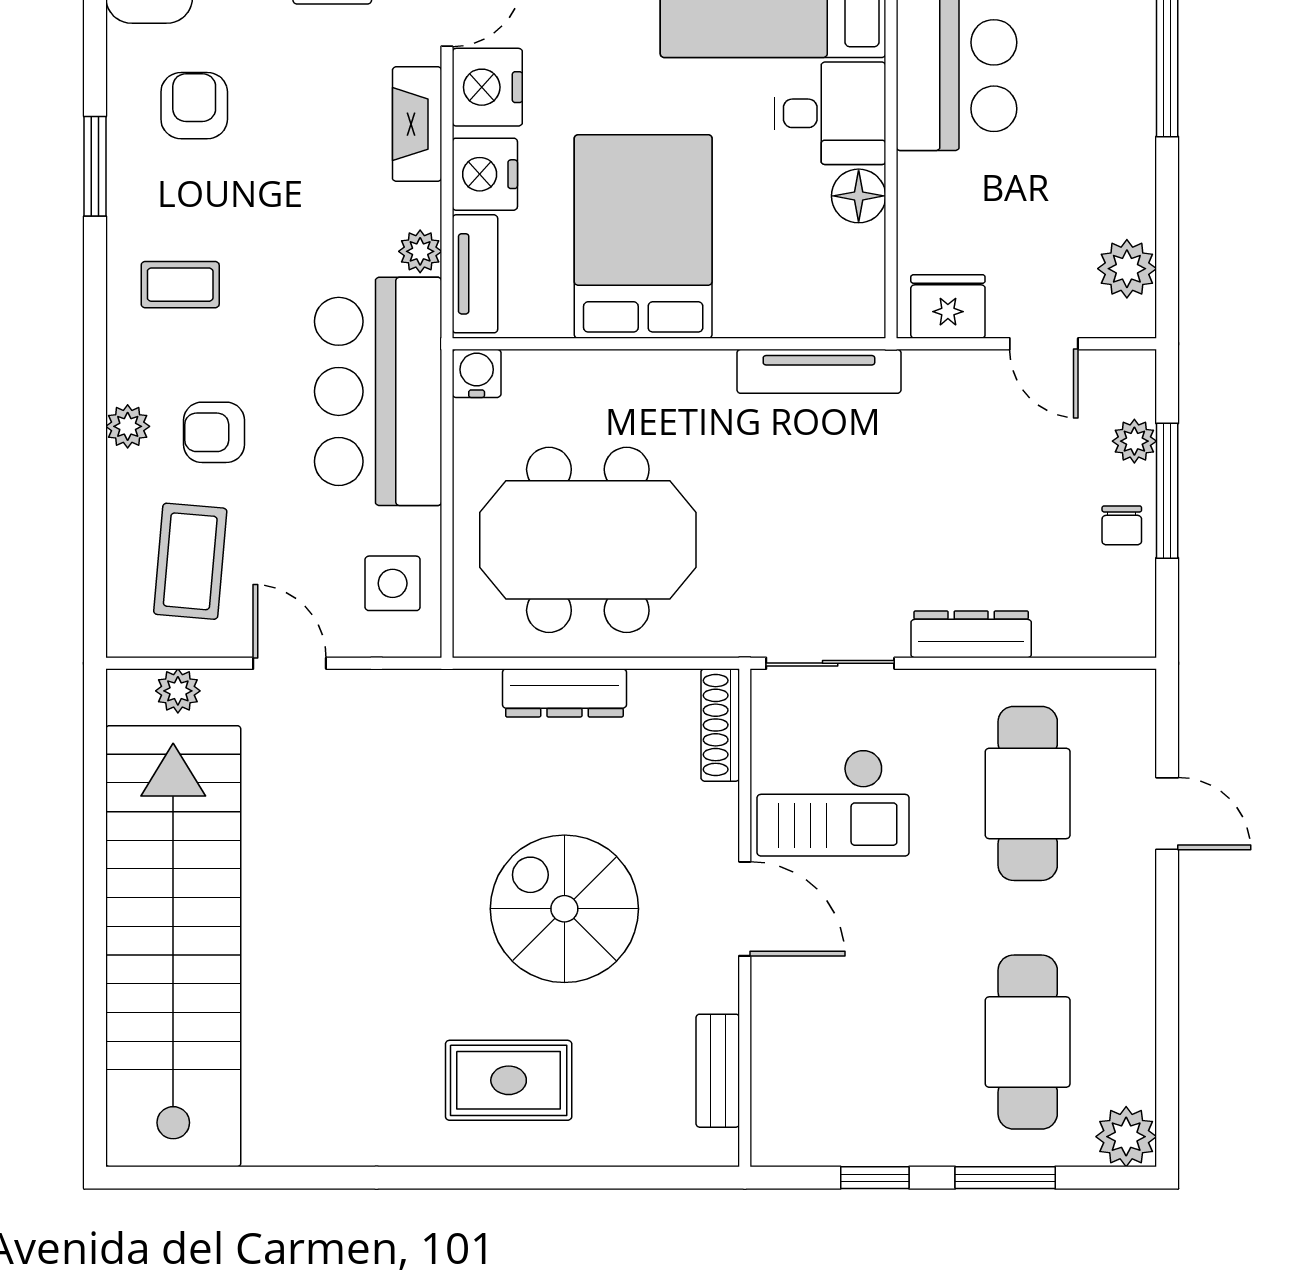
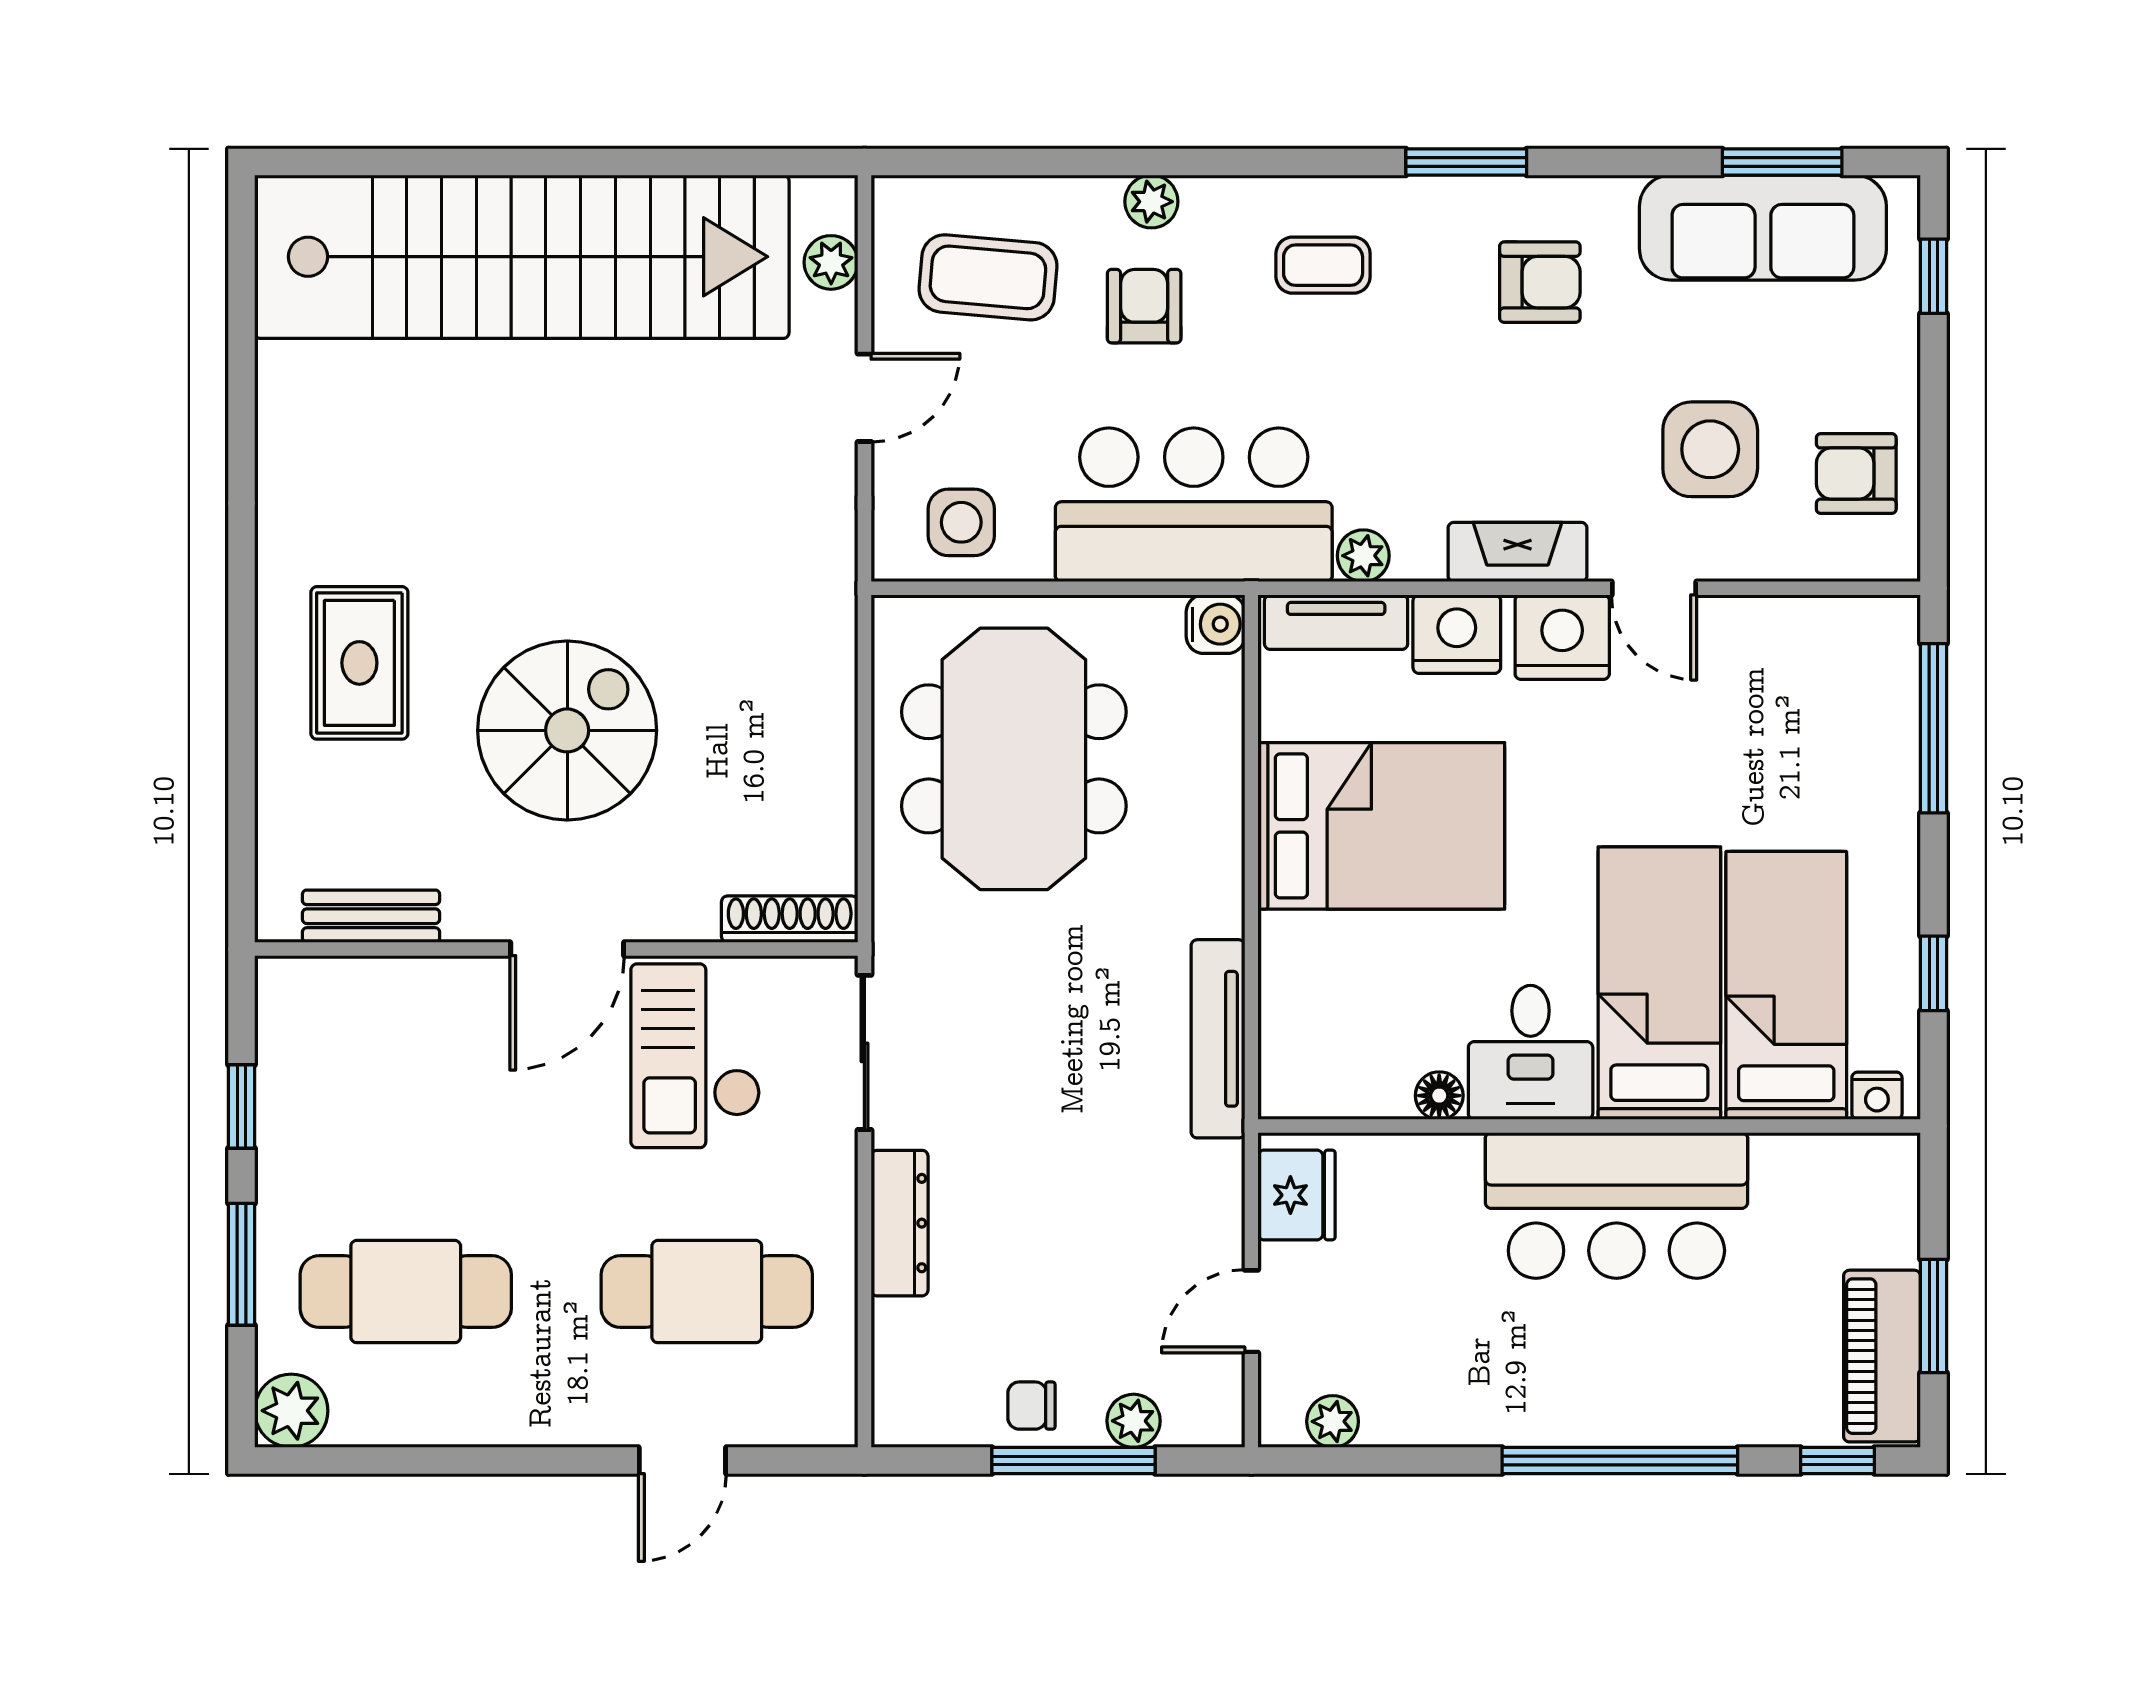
floor lamp: (859, 196) -> (1439, 1096), width x0.73, depth x0.73
plant: (1127, 269) -> (1333, 1421), width x0.73, depth x0.73
coffee table: (180, 285) -> (1323, 265), turned 90
dresser: (564, 693) -> (829, 731), removed

